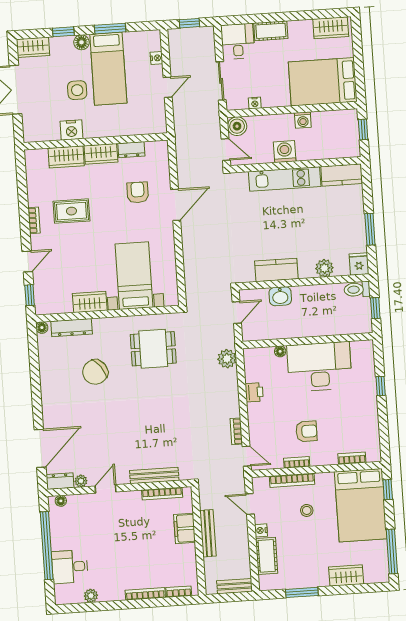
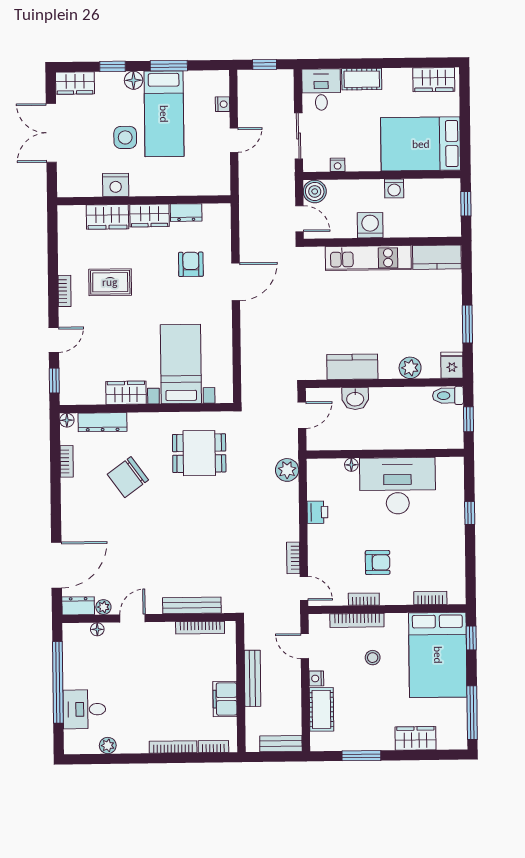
bookcase: (44, 362) -> (67, 461), added
floor lamp: (61, 501) -> (97, 629), moved
filing cabinet: (185, 528) -> (225, 699), moved

